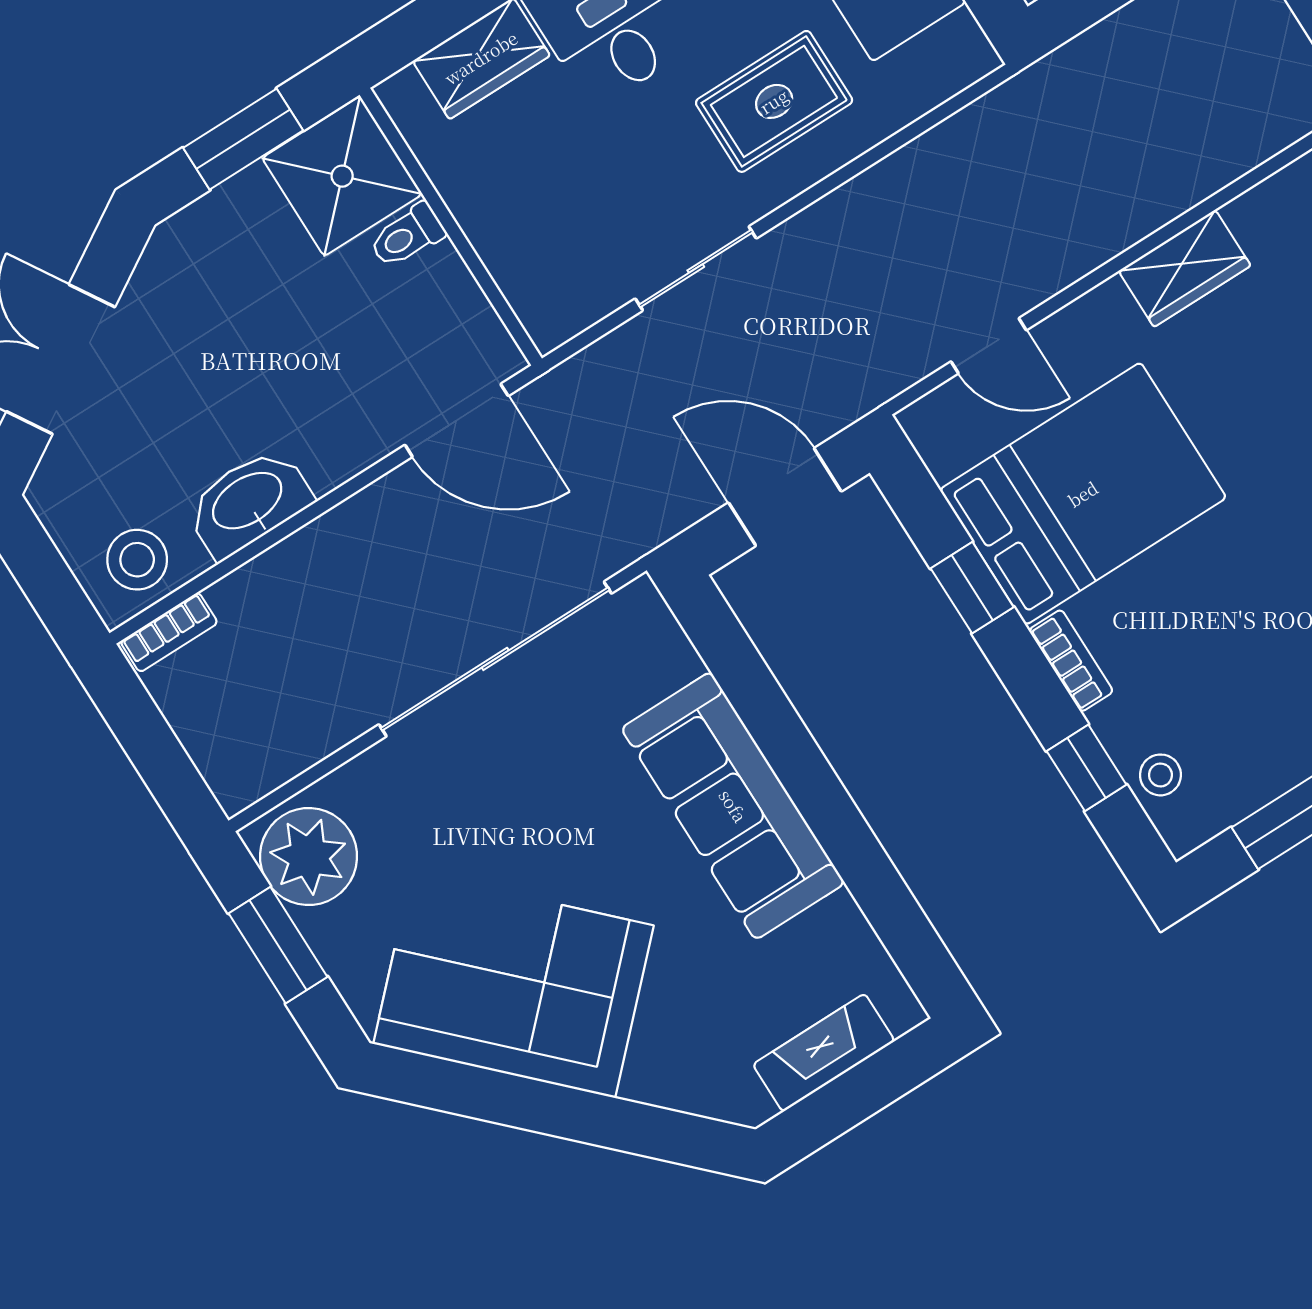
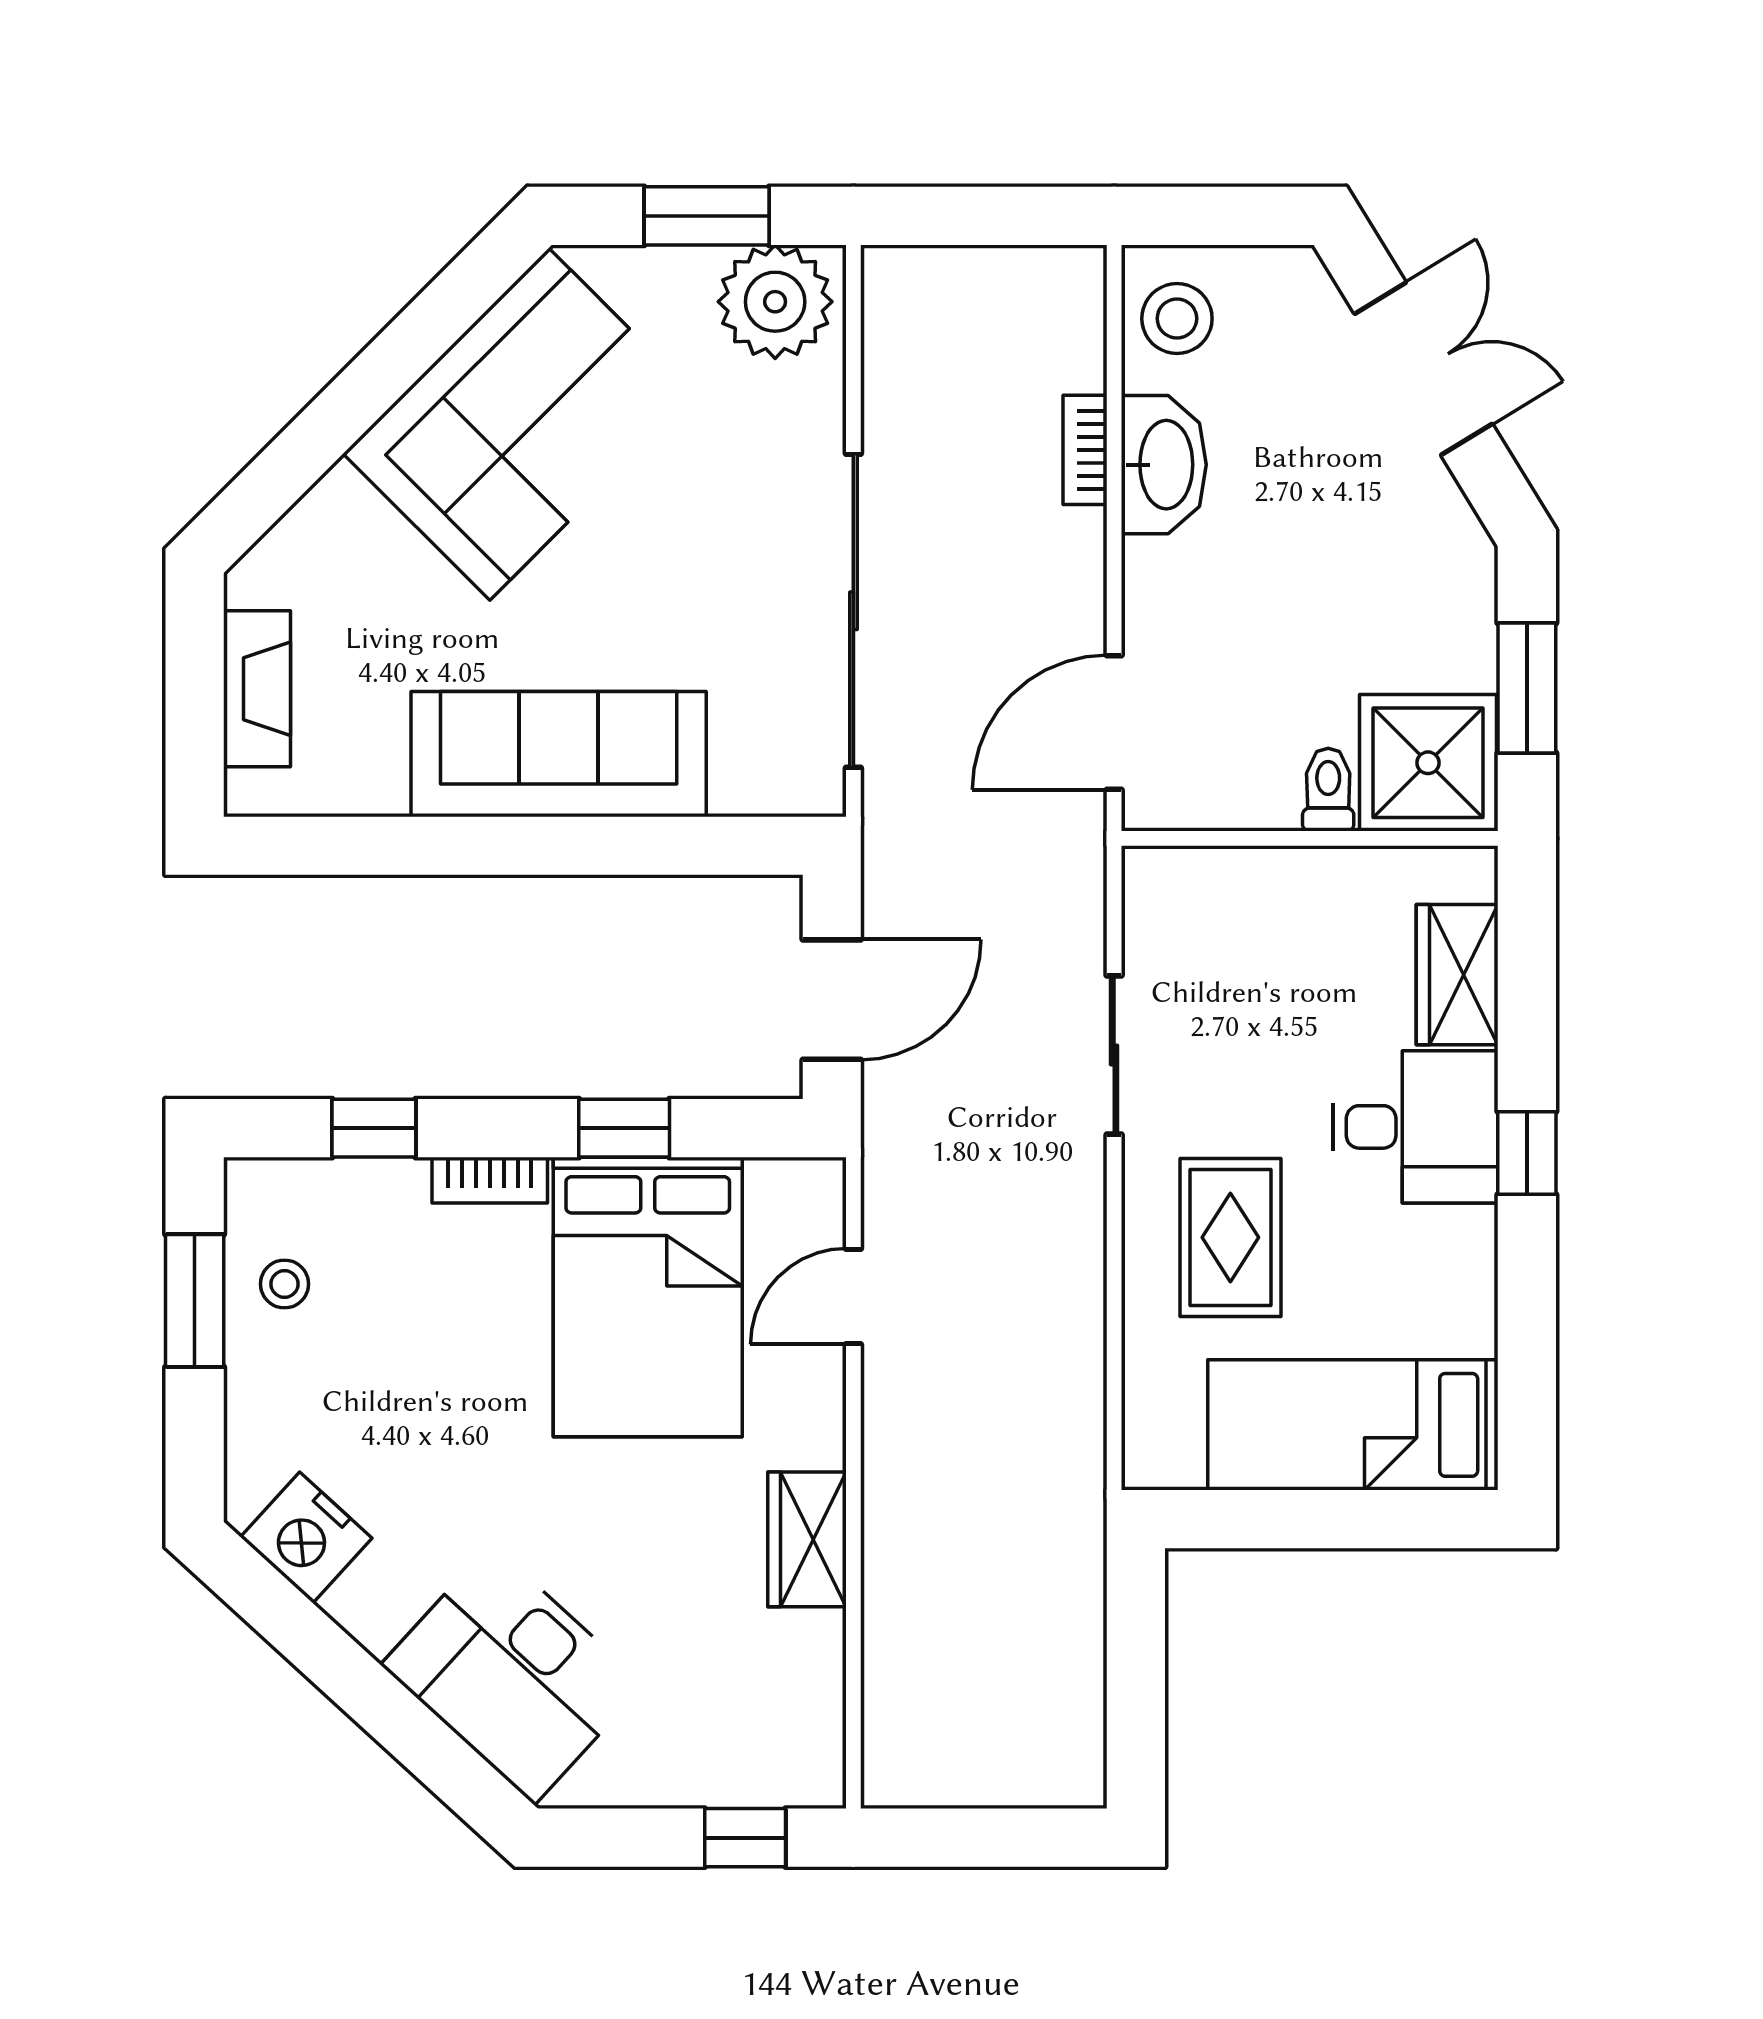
bookcase: (169, 632) -> (1085, 450), moved
stool: (1160, 775) -> (284, 1284), moved

